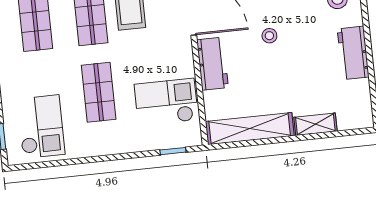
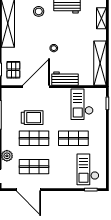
shelving: (315, 124) -> (101, 18), moved
checkout: (41, 127) -> (88, 169), turned -90

